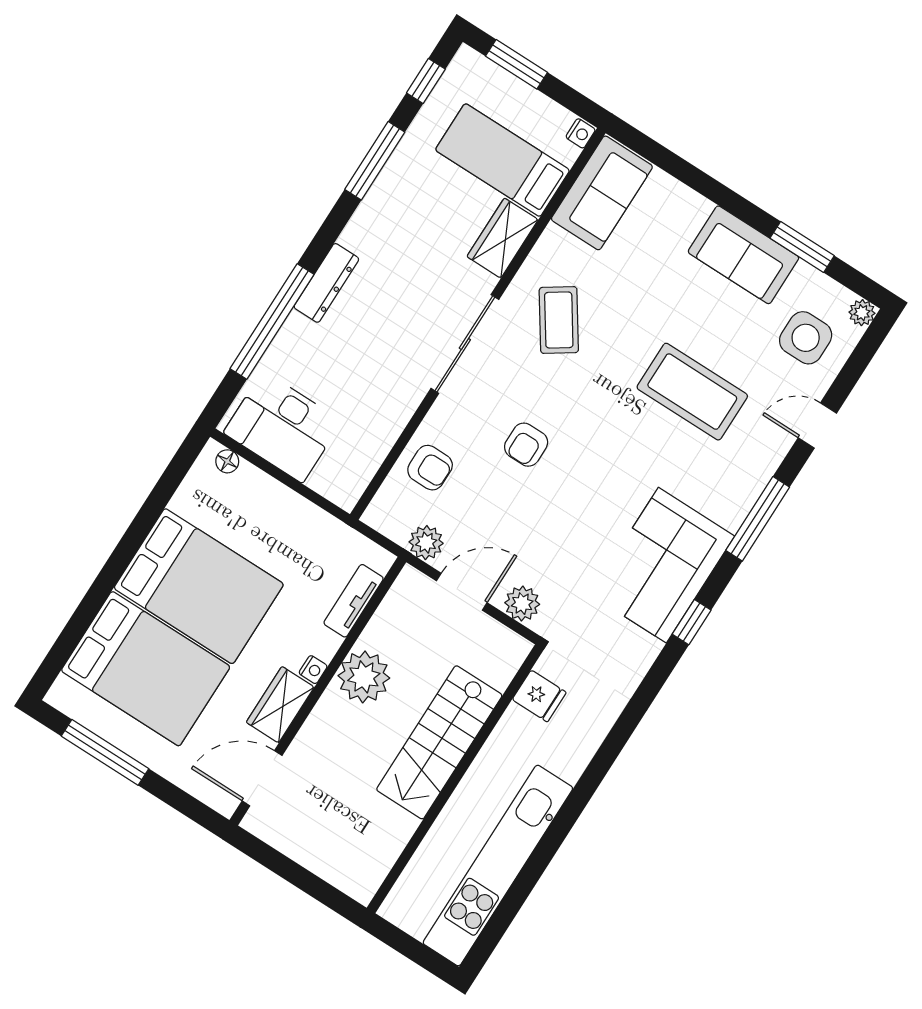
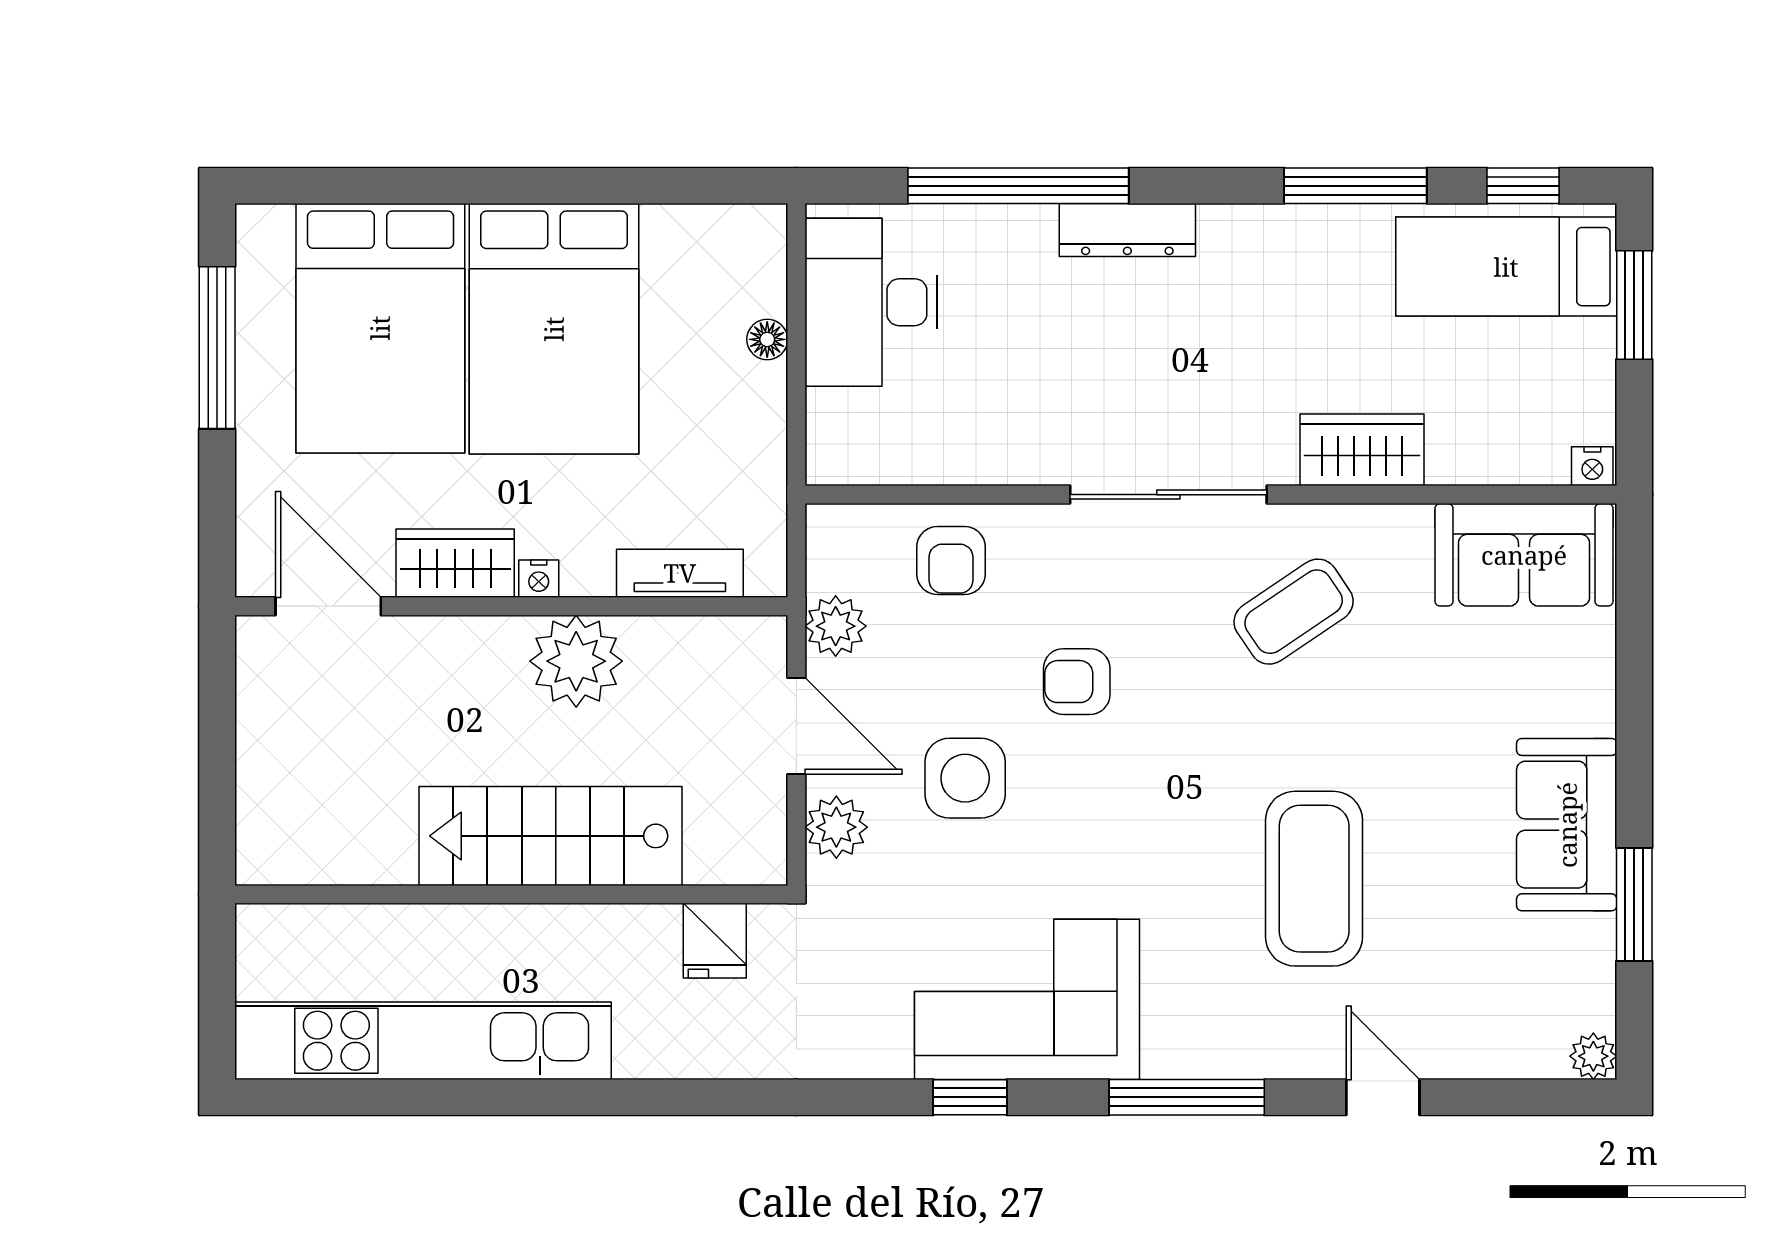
bed: (502, 160) -> (1506, 267), moved, turned -90
side table: (806, 338) -> (965, 778), moved
floor lamp: (227, 461) -> (767, 339), moved

